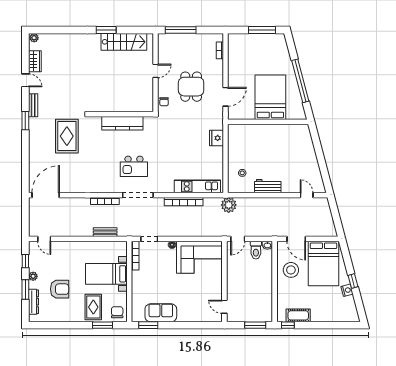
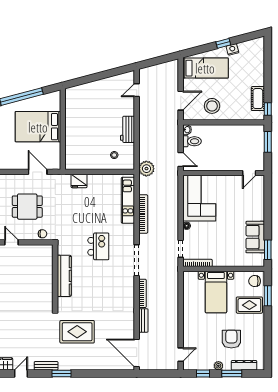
kitchen island: (134, 166) -> (98, 246), moved
bench: (105, 232) -> (143, 321), moved
bed: (323, 263) -> (205, 68), width x0.67

